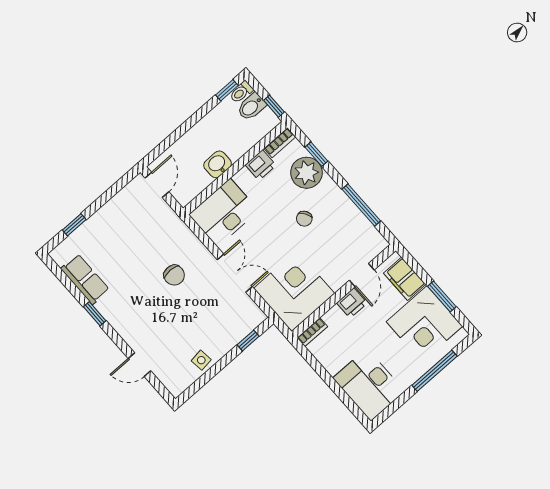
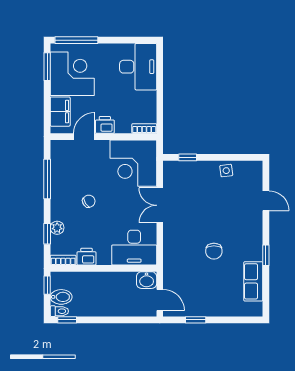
washbasin: (218, 164) -> (147, 280), moved
plant: (306, 173) -> (57, 228), width x0.53, depth x0.53
door: (157, 185) -> (160, 300), swing flipped
window: (74, 225) -> (196, 320), moved
chair: (174, 275) -> (214, 251), moved, turned 180
window: (442, 297) -> (47, 67), moved
window: (435, 371) -> (76, 40), moved

